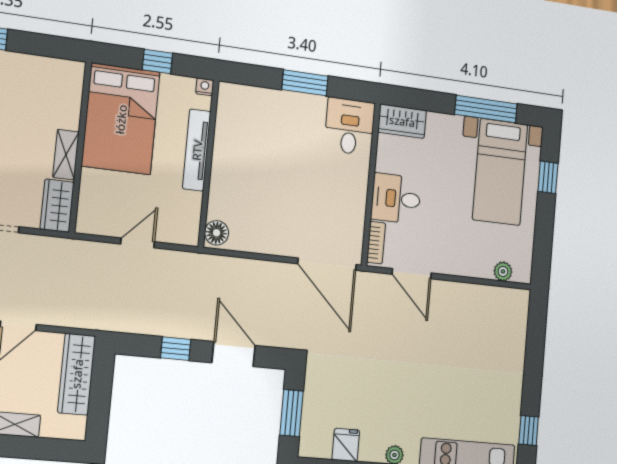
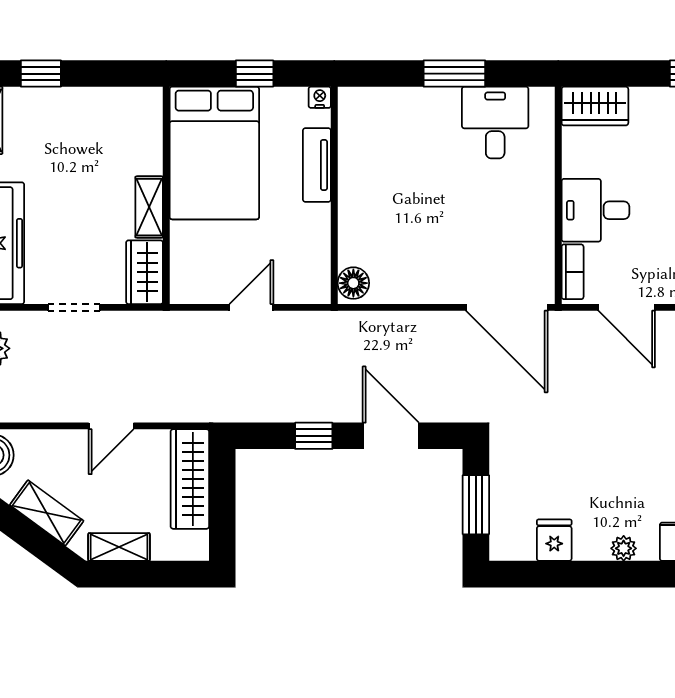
desk: (350, 126) -> (495, 123), moved
tv unit: (197, 150) -> (317, 165), width x0.71

